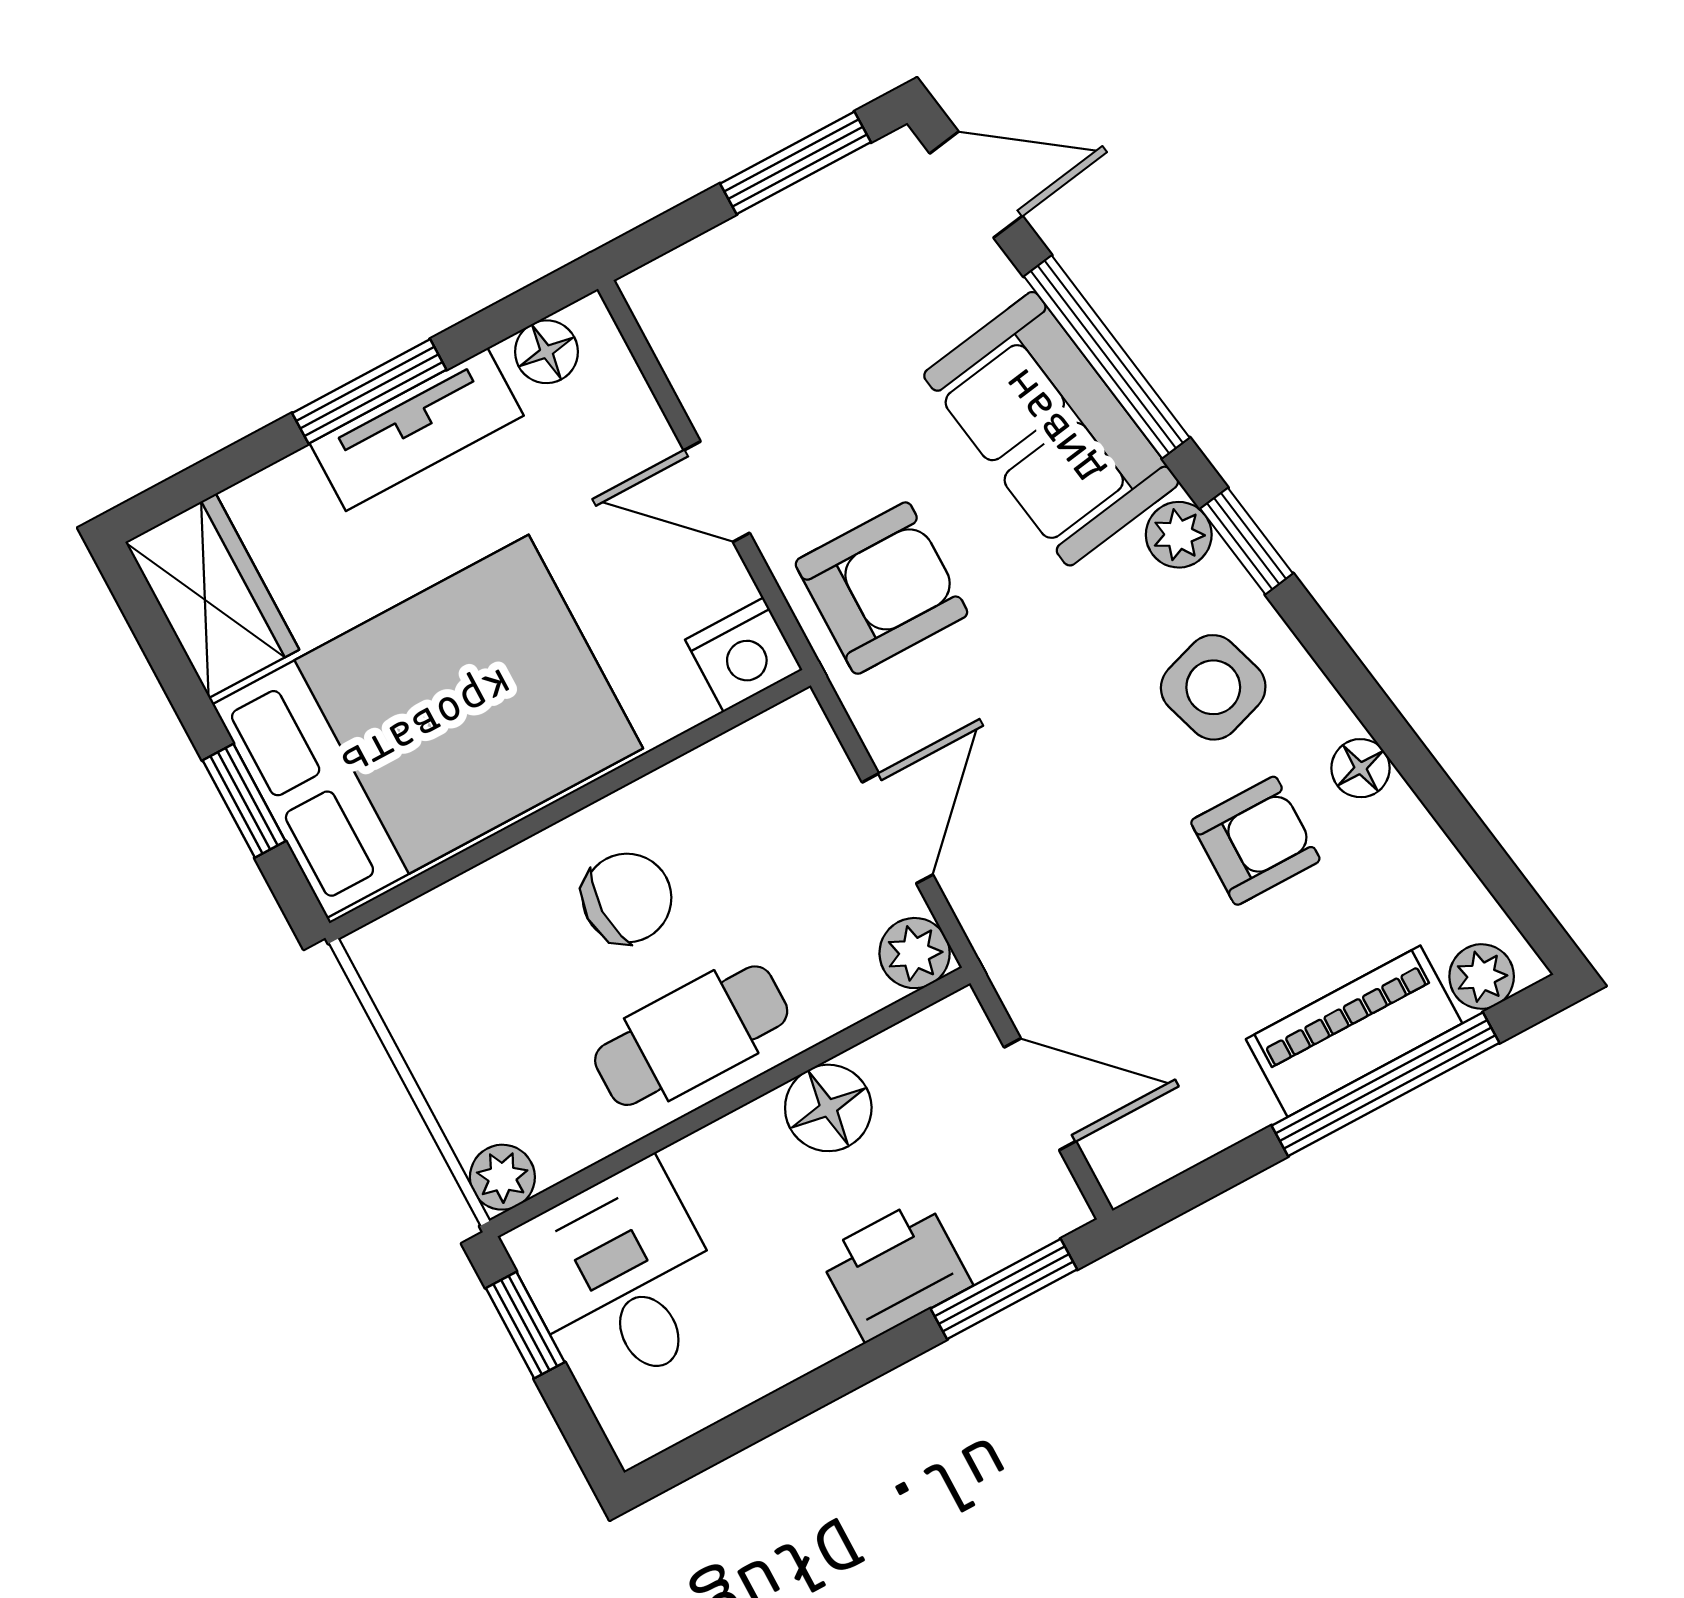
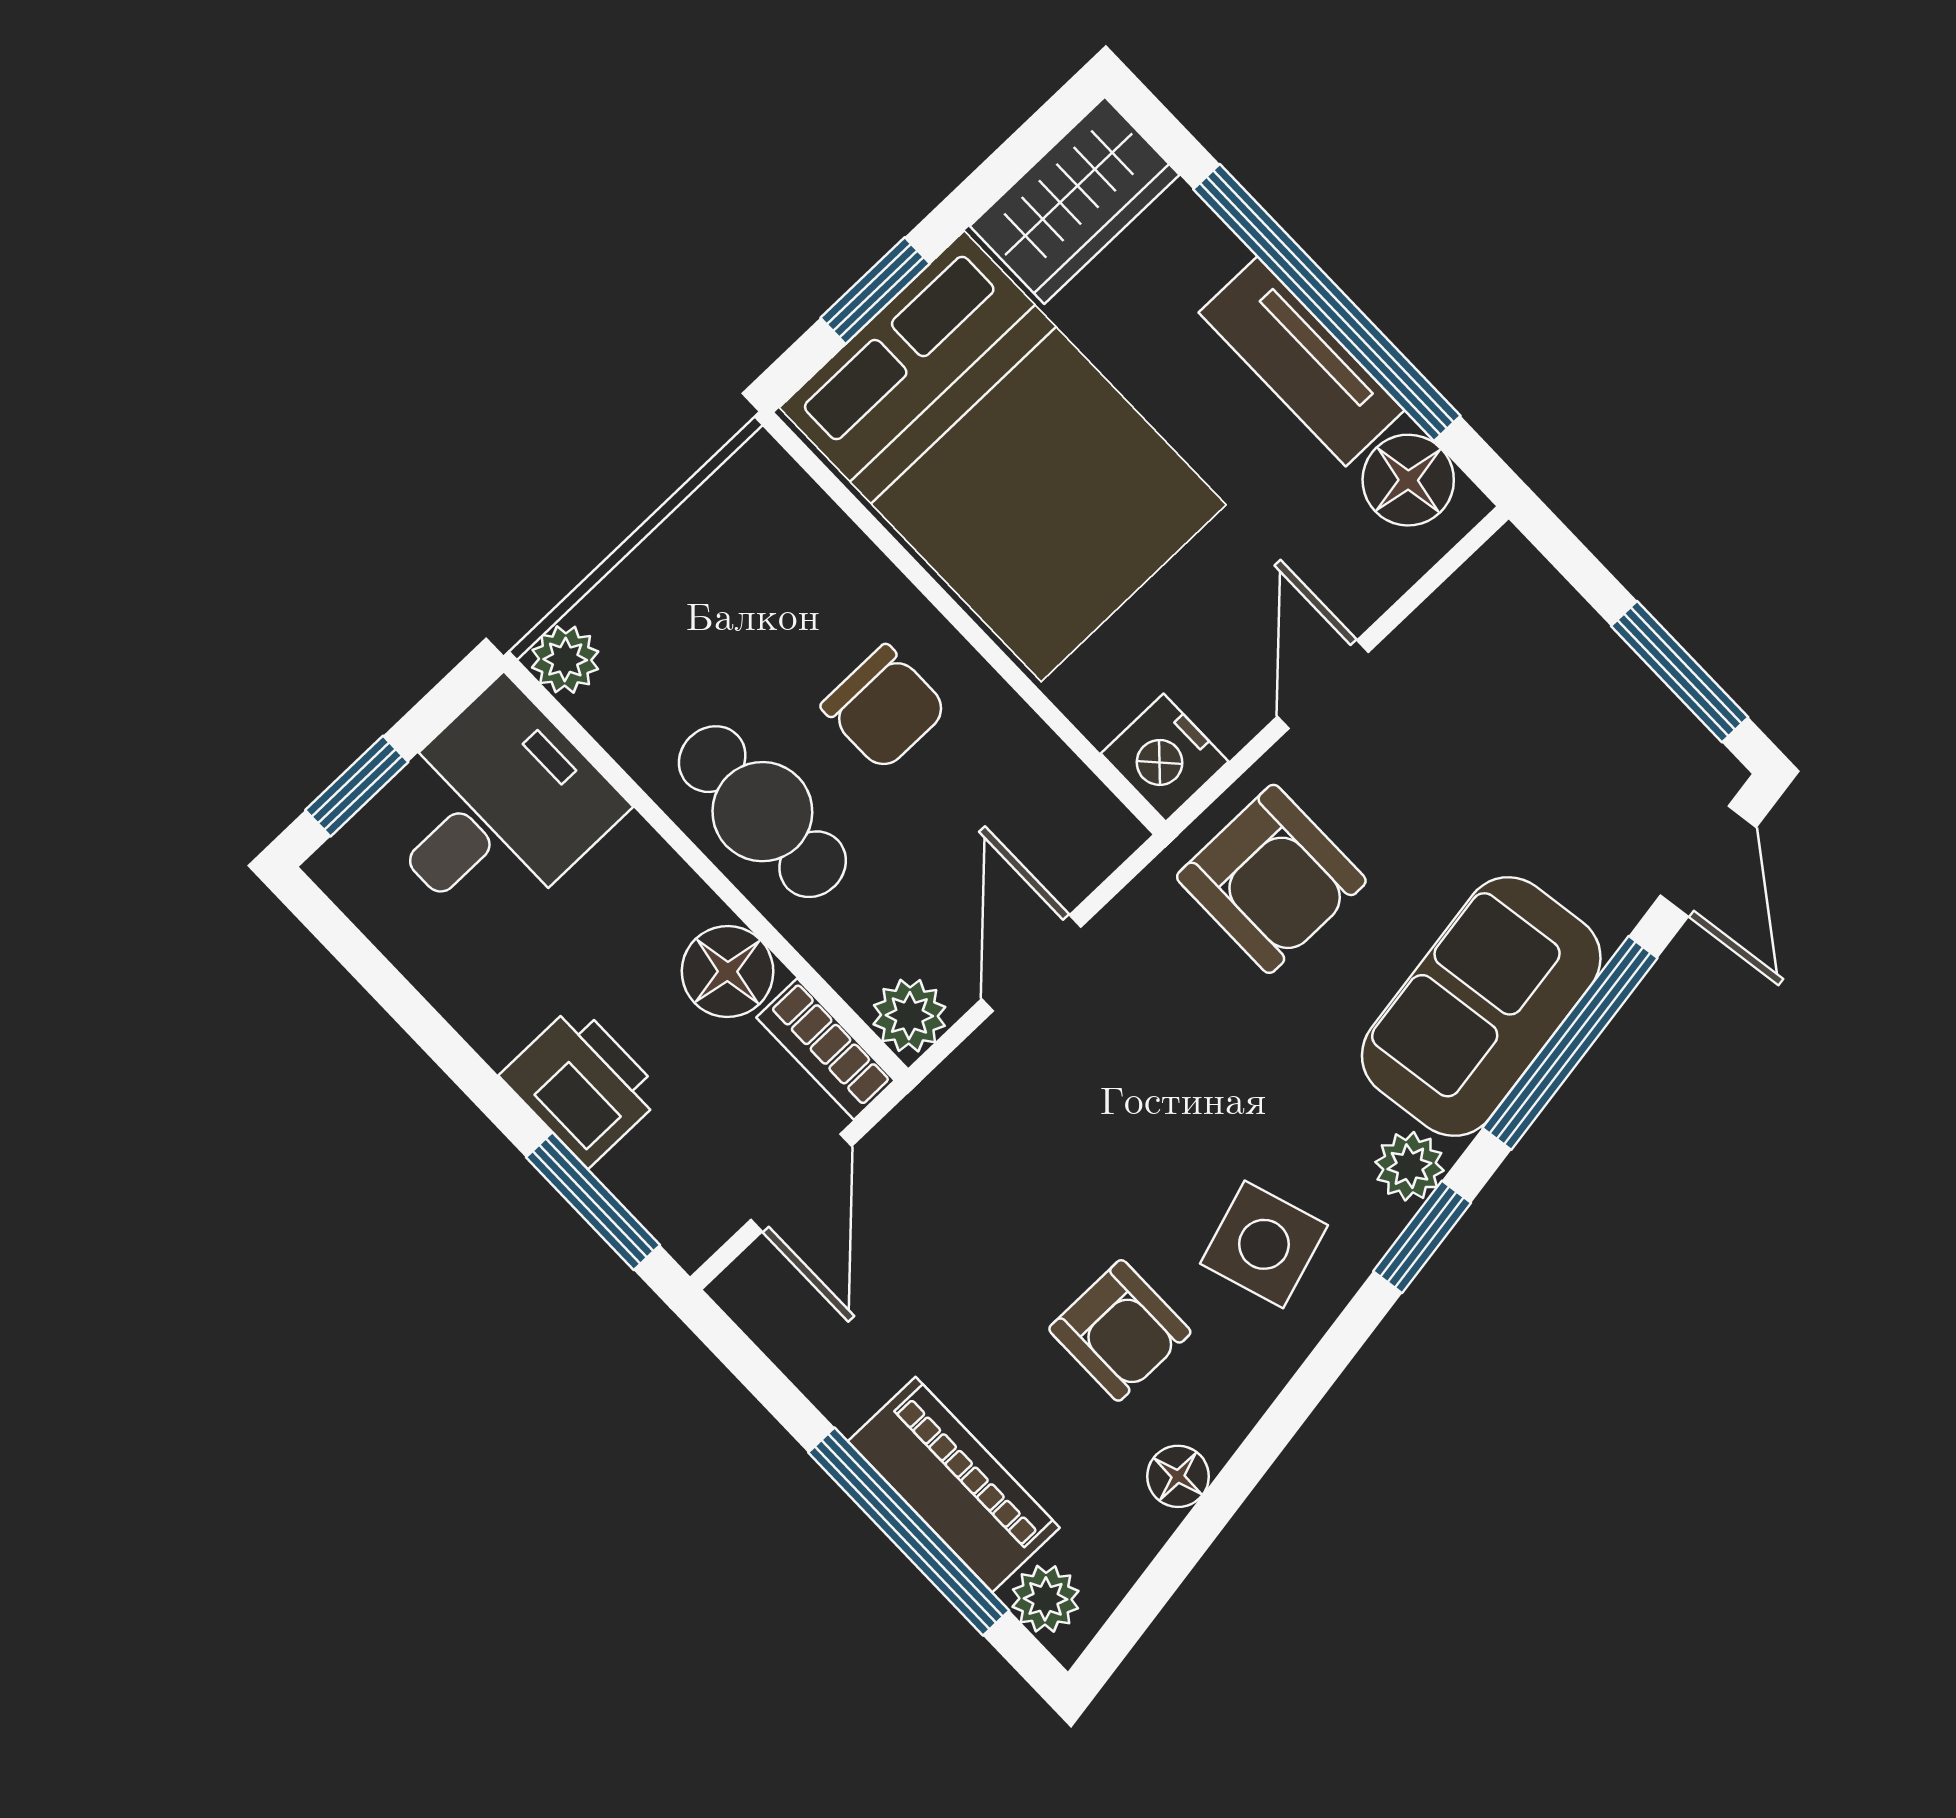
floor lamp: (546, 352) -> (1408, 480), width x1.37, depth x1.37
window: (369, 391) -> (1327, 303), width x2.11
floor lamp: (1361, 768) -> (1178, 1476), moved
door: (897, 828) -> (1031, 963), swing flipped
bookcase: (924, 1038) -> (826, 1049), added
window: (525, 1325) -> (357, 786), moved

